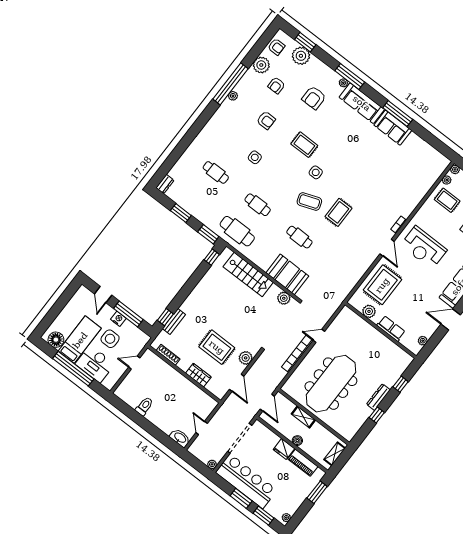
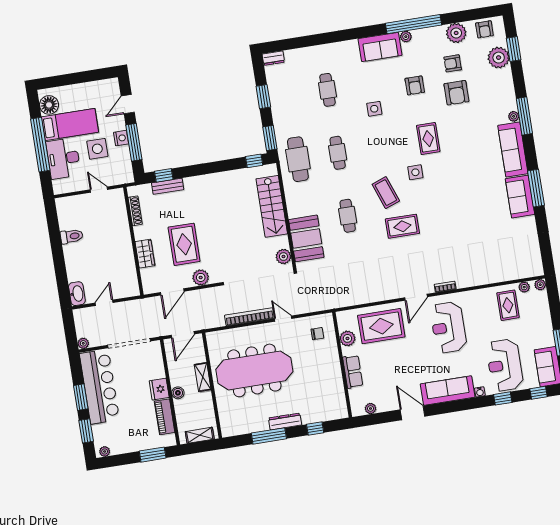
armchair: (314, 98) -> (456, 93), moved, turned -90
sofa: (223, 117) -> (380, 47), added
chair: (348, 326) -> (317, 334), added
window: (377, 415) -> (269, 436), width x2.17

